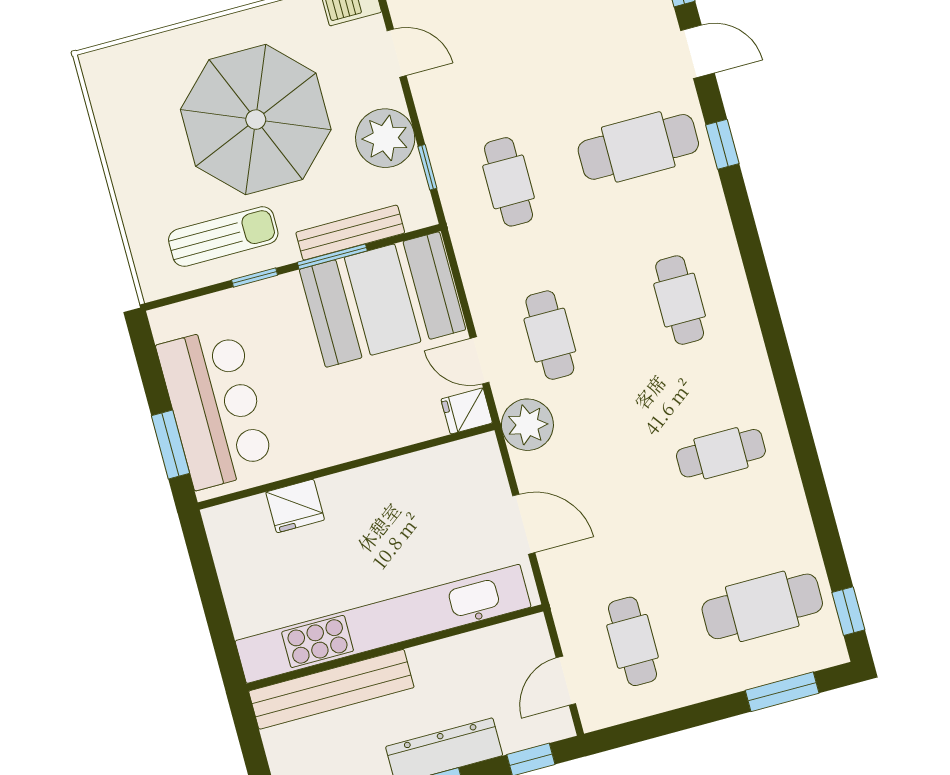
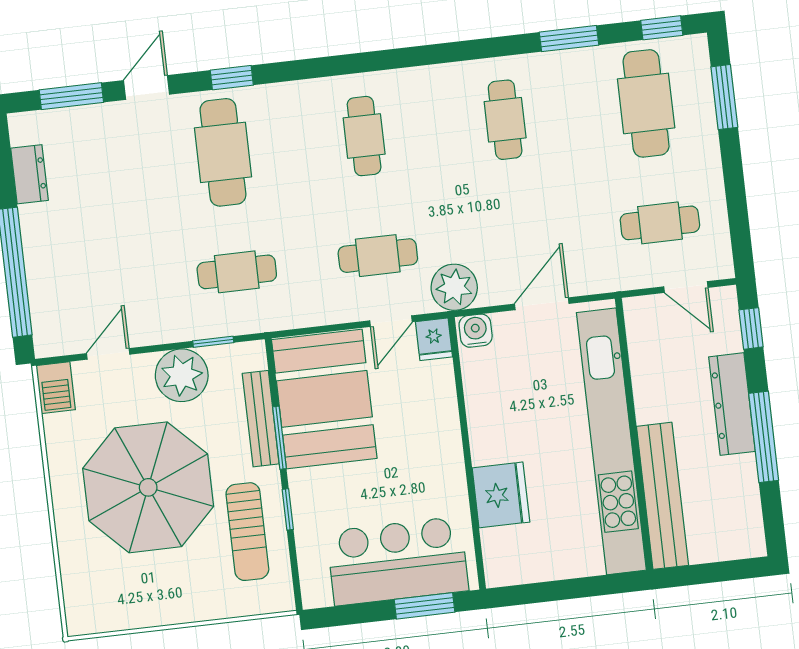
sun lounger: (223, 237) -> (247, 532), turned 180
cafe table: (680, 300) -> (364, 136), turned 90
water cooler: (483, 455) -> (476, 331), added
fridge: (295, 506) -> (501, 495), width x1.36, depth x1.34
window: (821, 510) -> (569, 39), added

